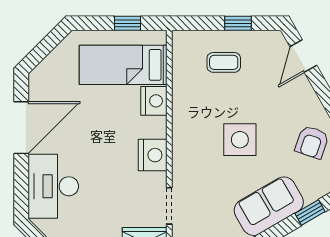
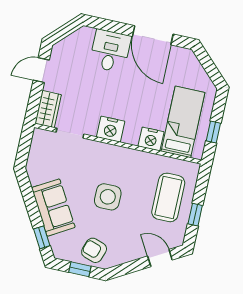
coffee table: (224, 62) -> (168, 197), width x1.86, depth x1.72
desk: (53, 186) -> (110, 51), width x0.73

